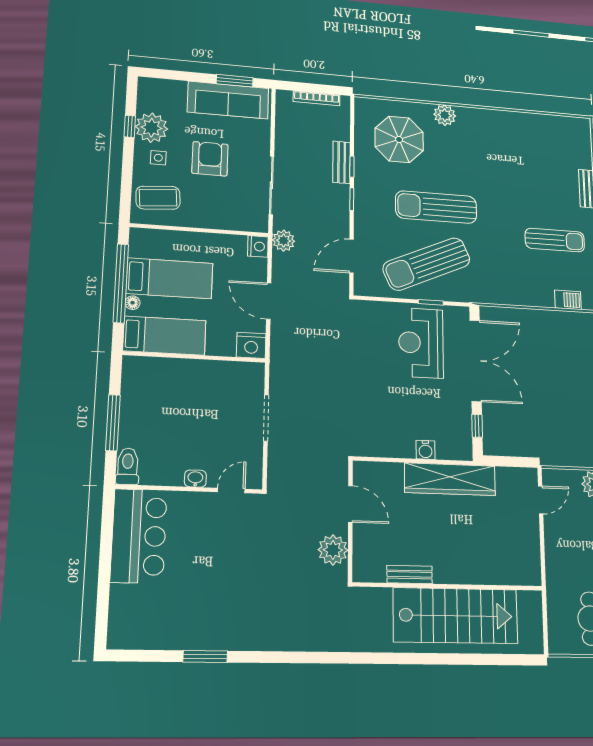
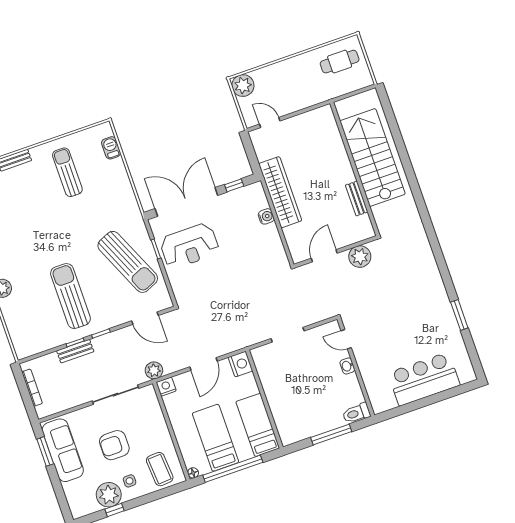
parasol: (399, 139) -> (38, 316), removed
sun lounger: (436, 207) -> (70, 296), moved, turned 180
floor lamp: (133, 303) -> (193, 473), moved
bar counter: (139, 536) -> (424, 379), moved

